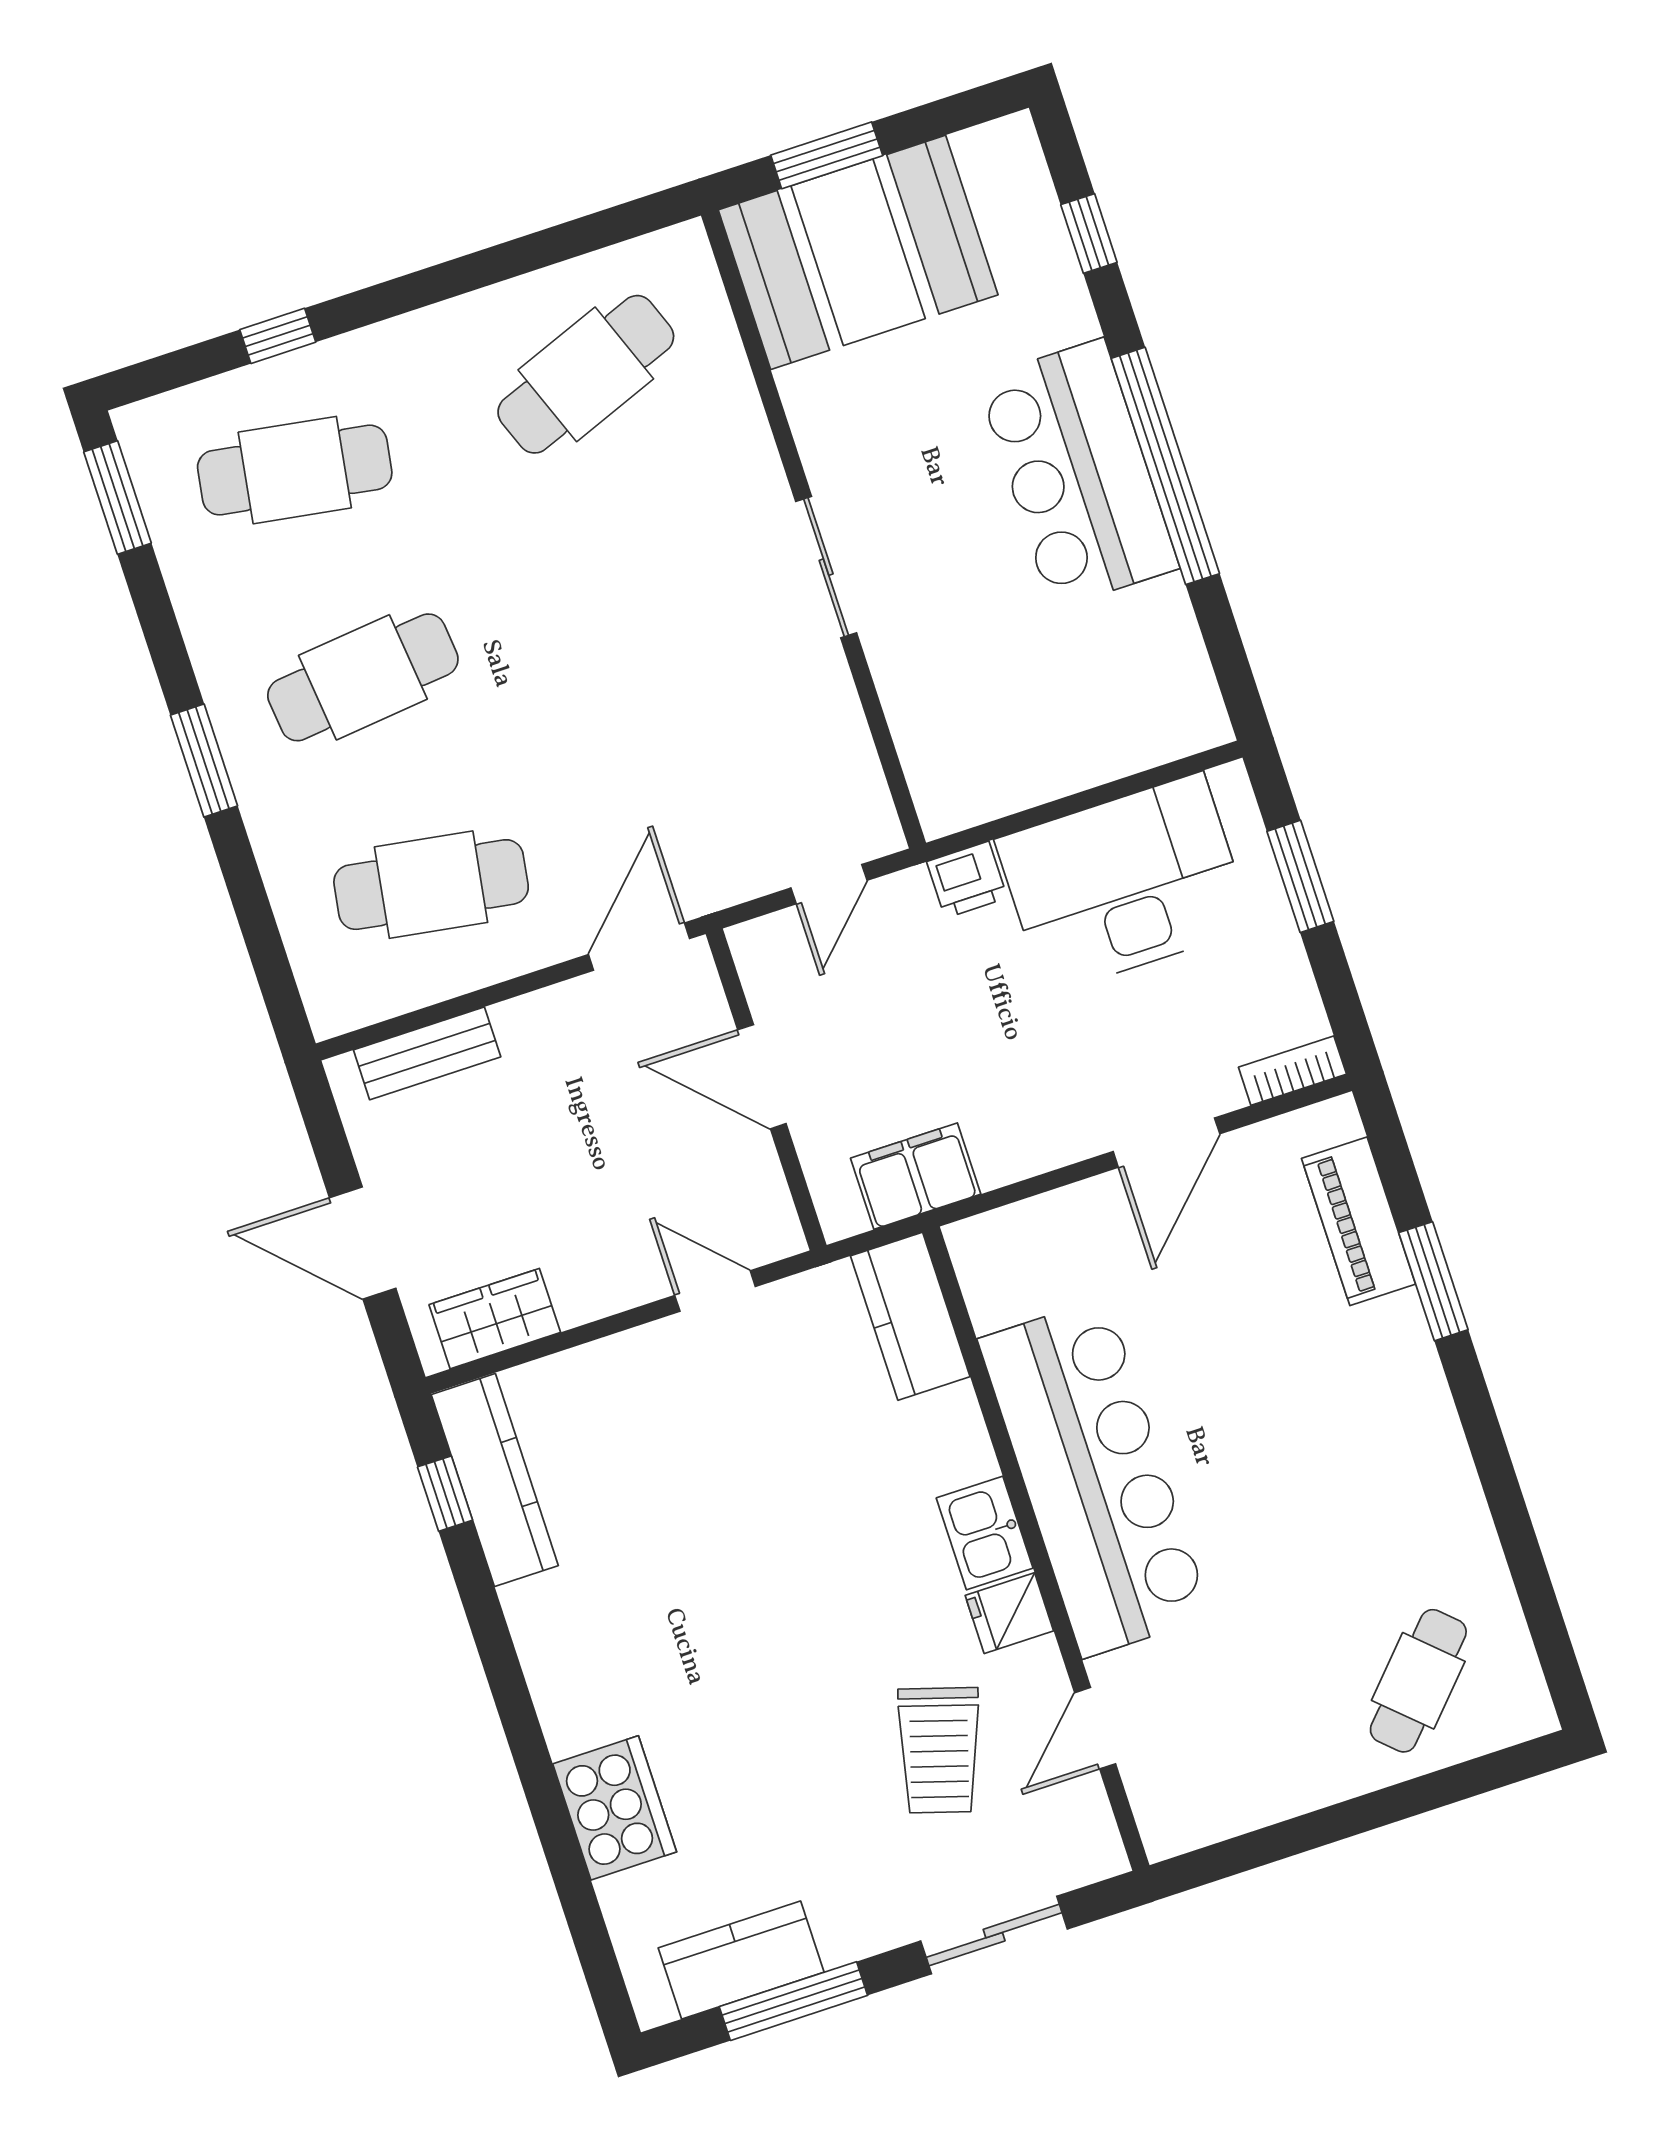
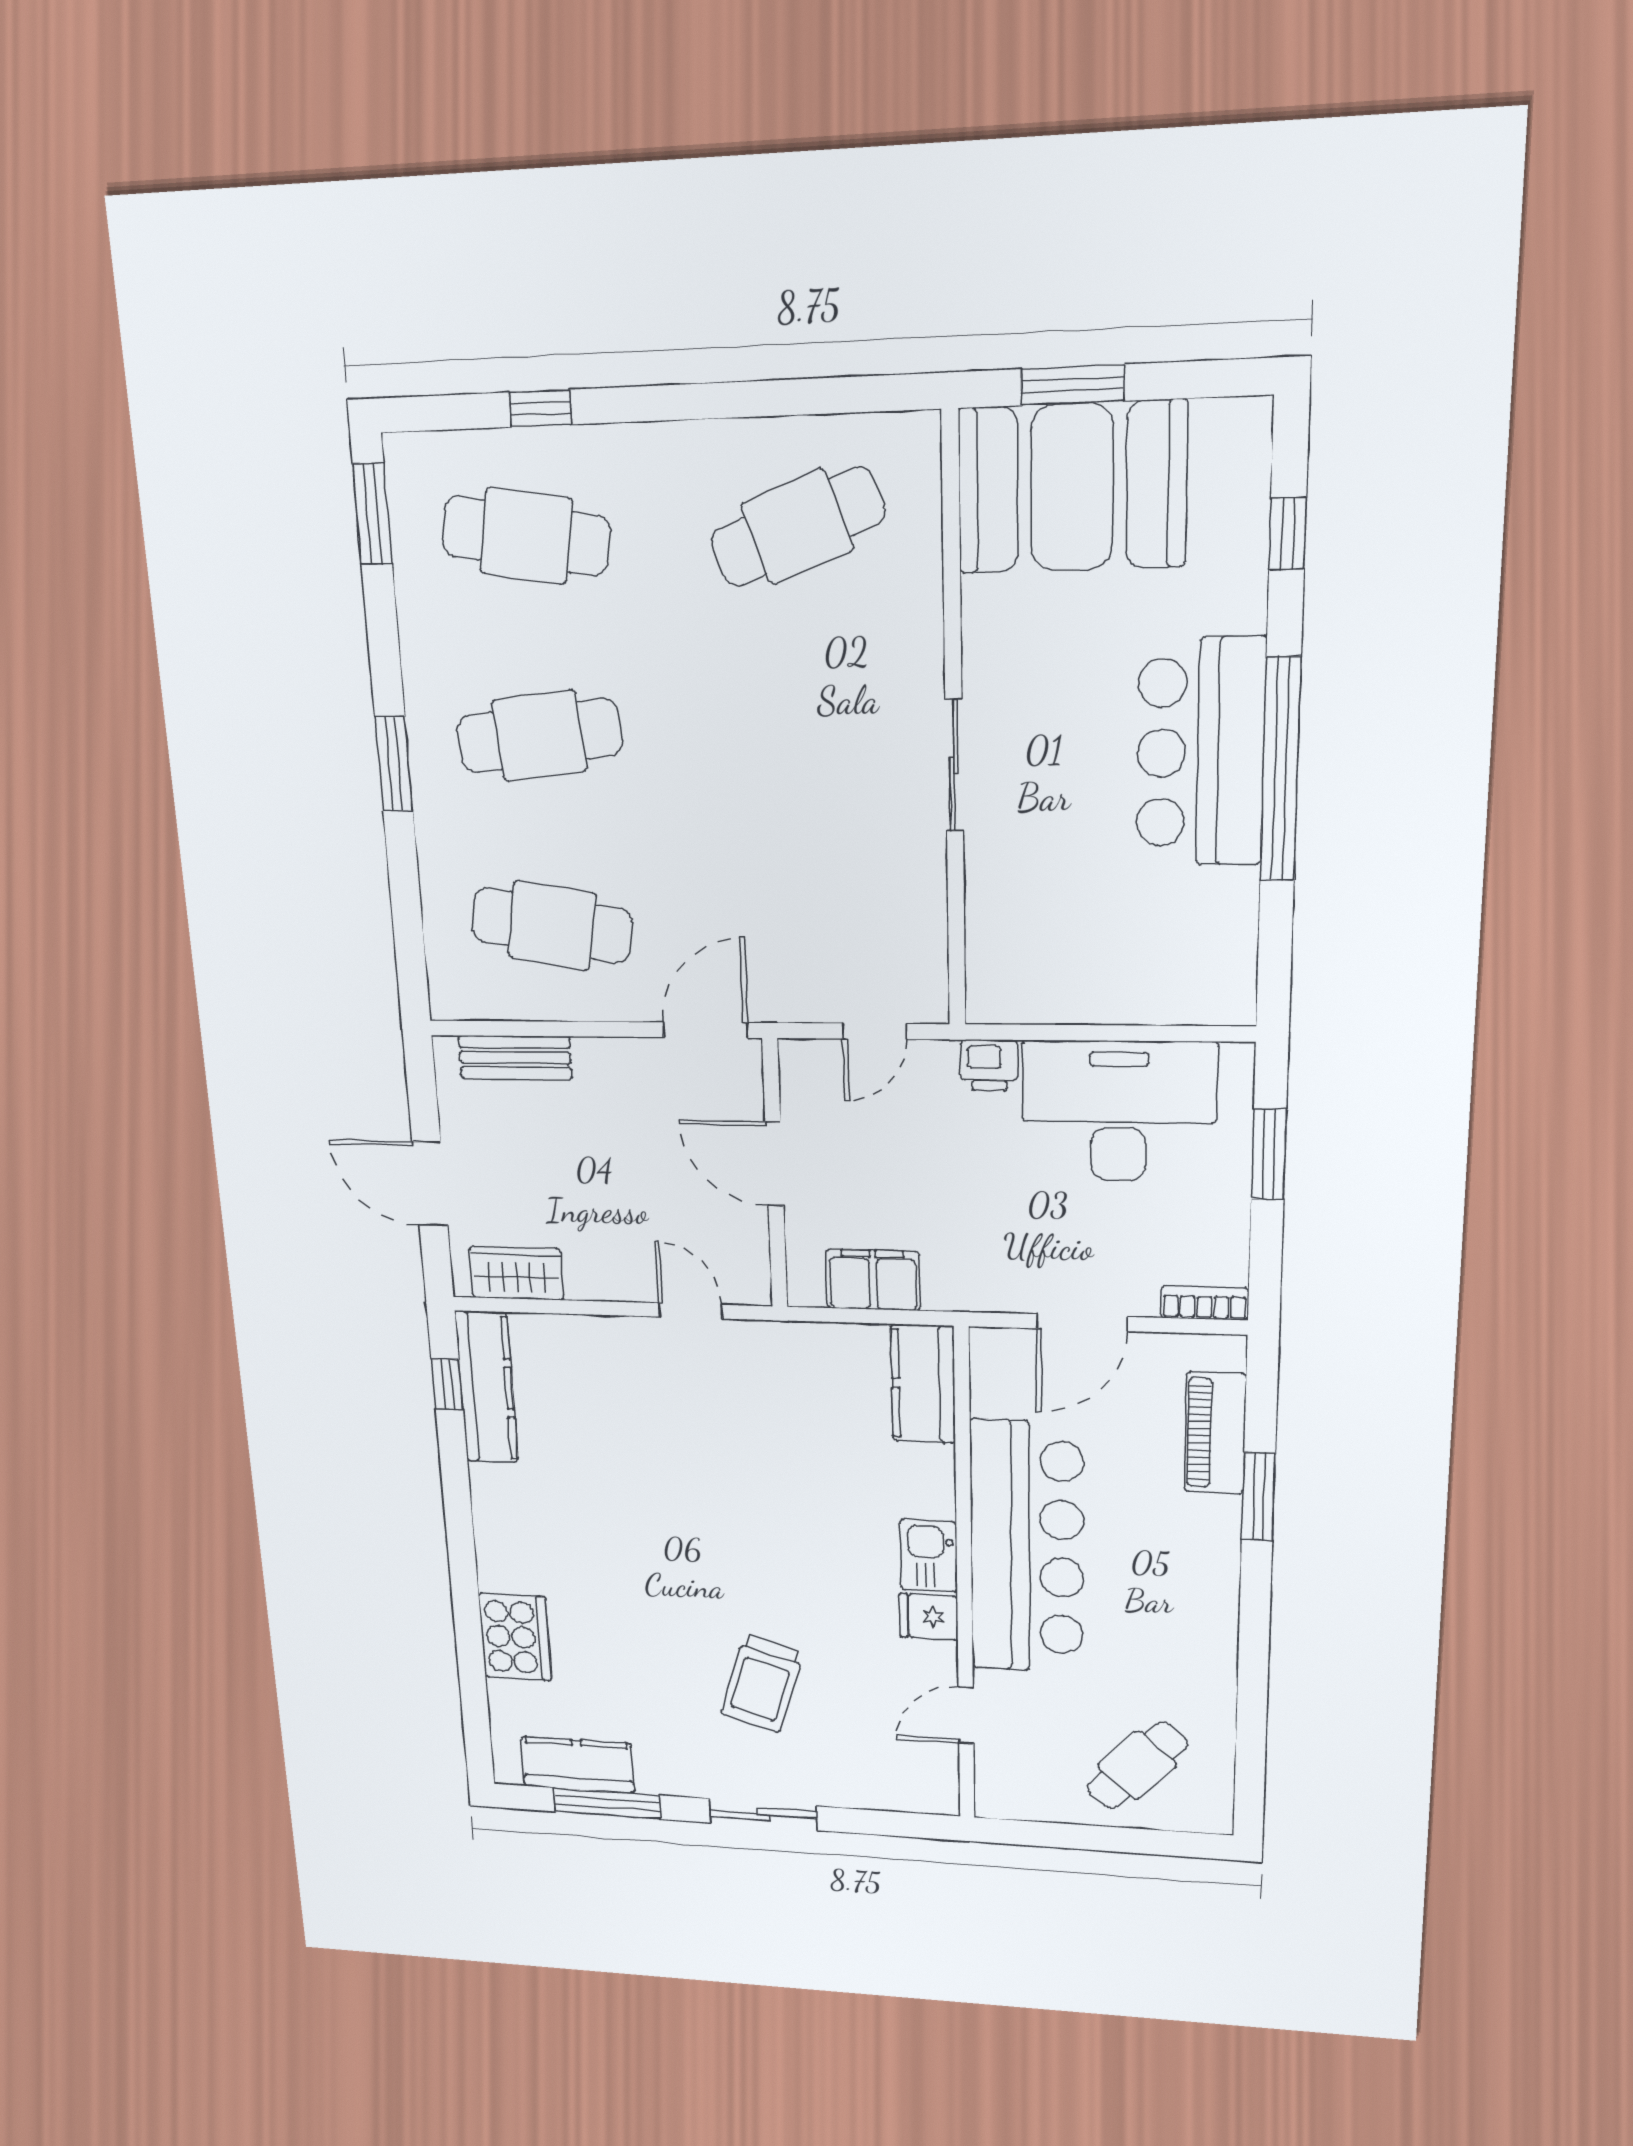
kitchen counter: (910, 1316) -> (923, 1384), moved
bar counter: (1095, 1478) -> (1027, 1547), moved
kitchen sink: (985, 1533) -> (929, 1556), moved
wall: (1036, 1549) -> (964, 1580), moved
fridge: (1009, 1613) -> (928, 1617), moved
door: (1095, 1728) -> (966, 1715), moved

